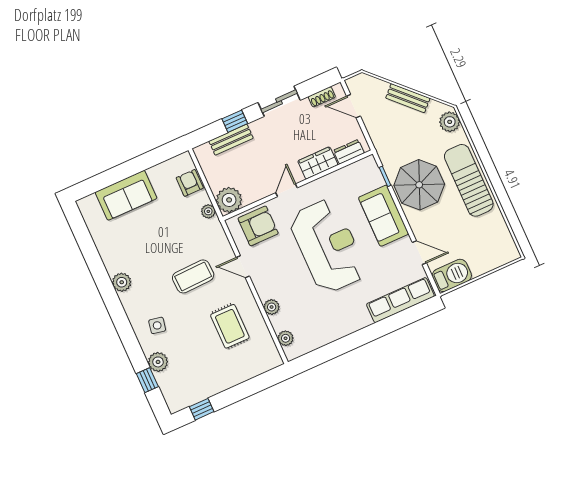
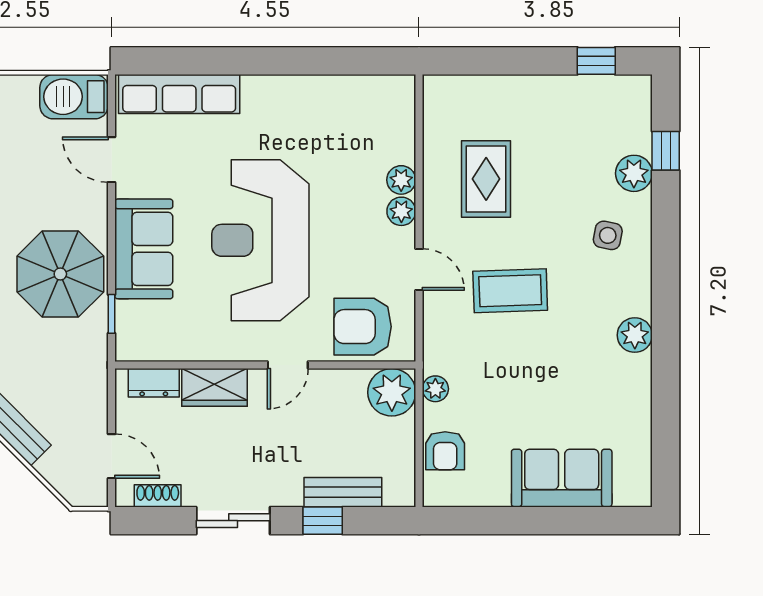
plant: (286, 338) -> (401, 211), moved

